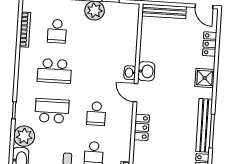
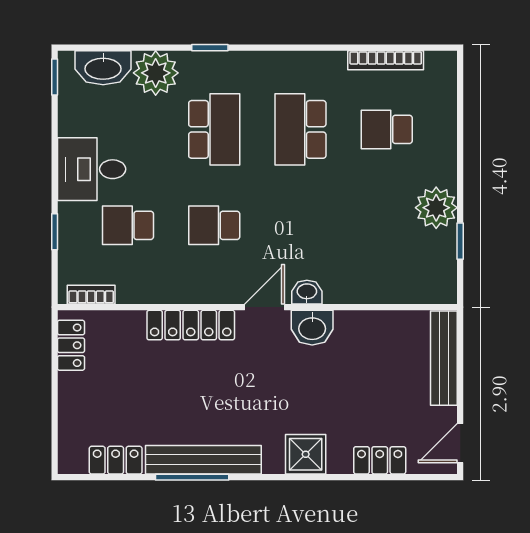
locker: (142, 127) -> (191, 325), width x1.53

